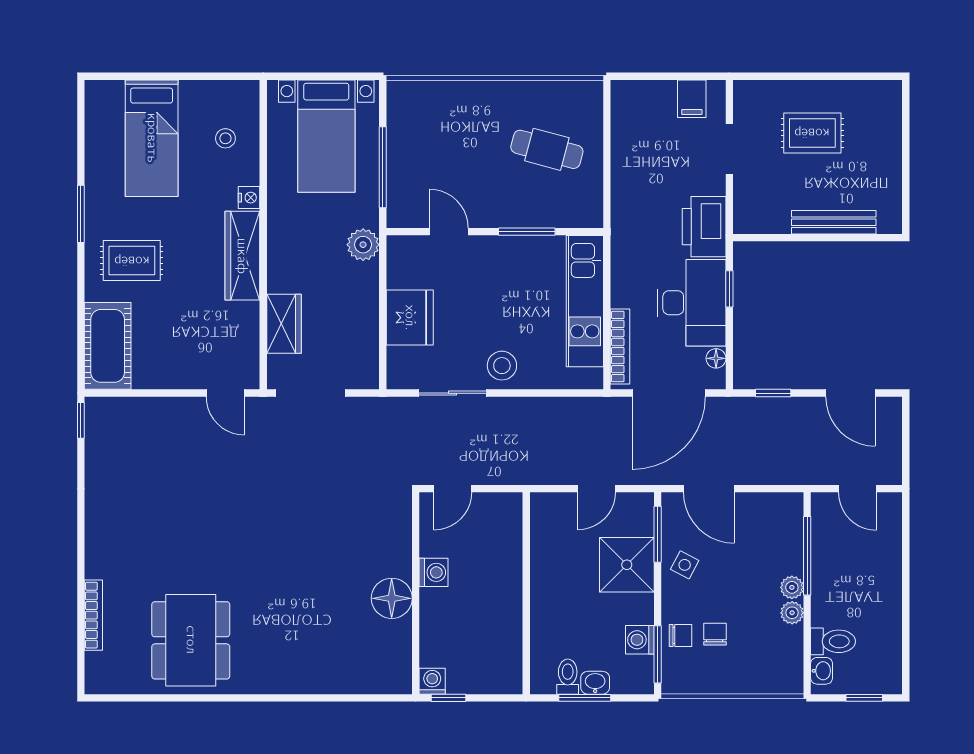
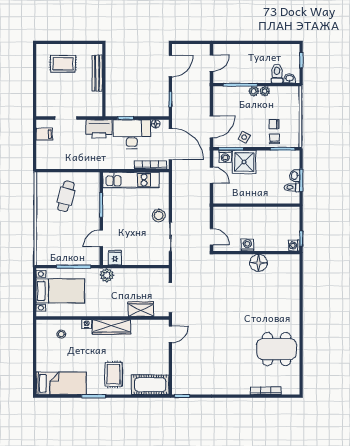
rug: (812, 133) -> (63, 64), moved, turned 90
bed: (152, 138) -> (61, 383), moved
fridge: (410, 318) -> (115, 258), moved, width x0.53, depth x0.75
washing machine: (640, 640) -> (225, 156), moved

